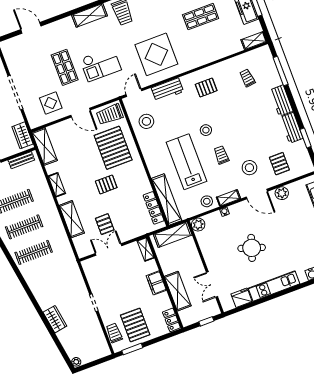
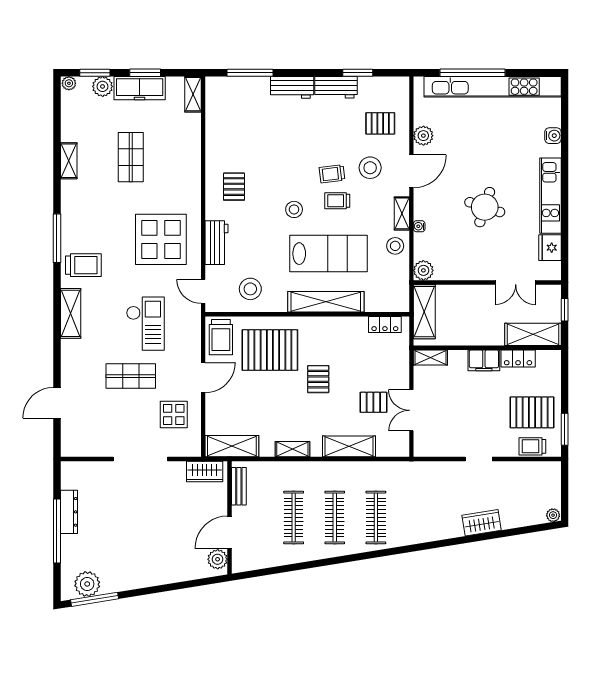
trolley: (247, 78) -> (332, 174), moved
lab bench: (187, 162) -> (328, 254), turned 180
shelving: (167, 199) -> (326, 302), moved
locker: (154, 208) -> (385, 325), width x0.66
shelving: (178, 291) -> (533, 334), moved
locker: (171, 320) -> (518, 358), moved

